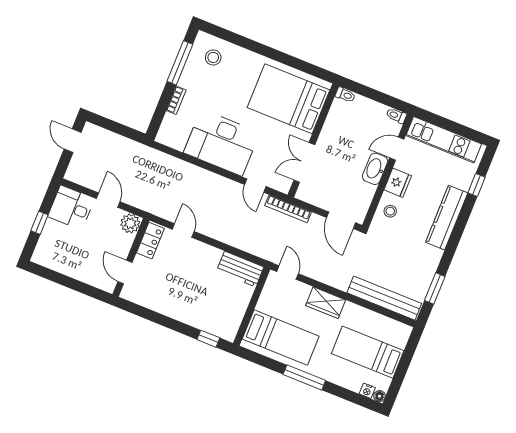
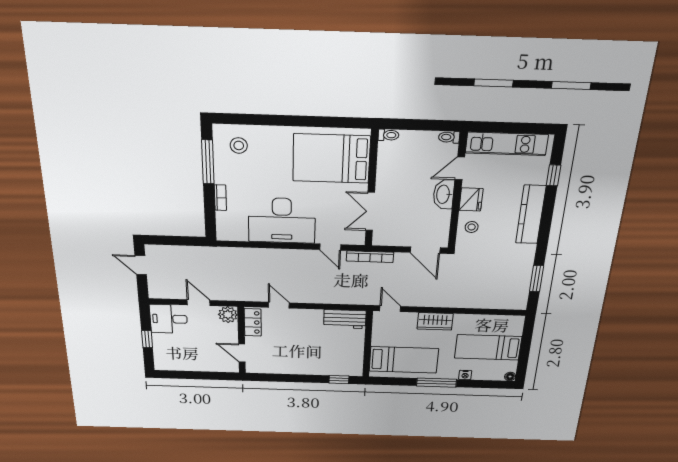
bench: (384, 298) -> (490, 301), removed
nightstand: (367, 391) -> (465, 375), moved

